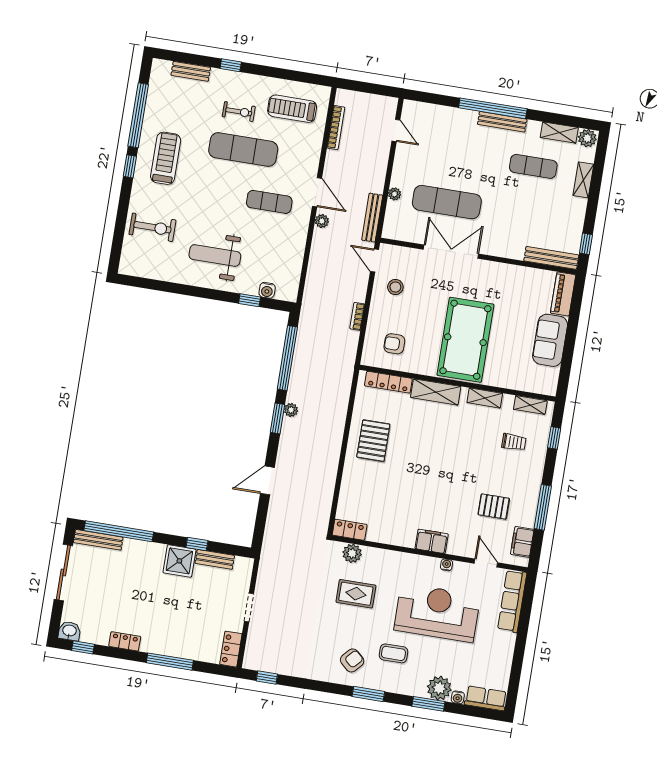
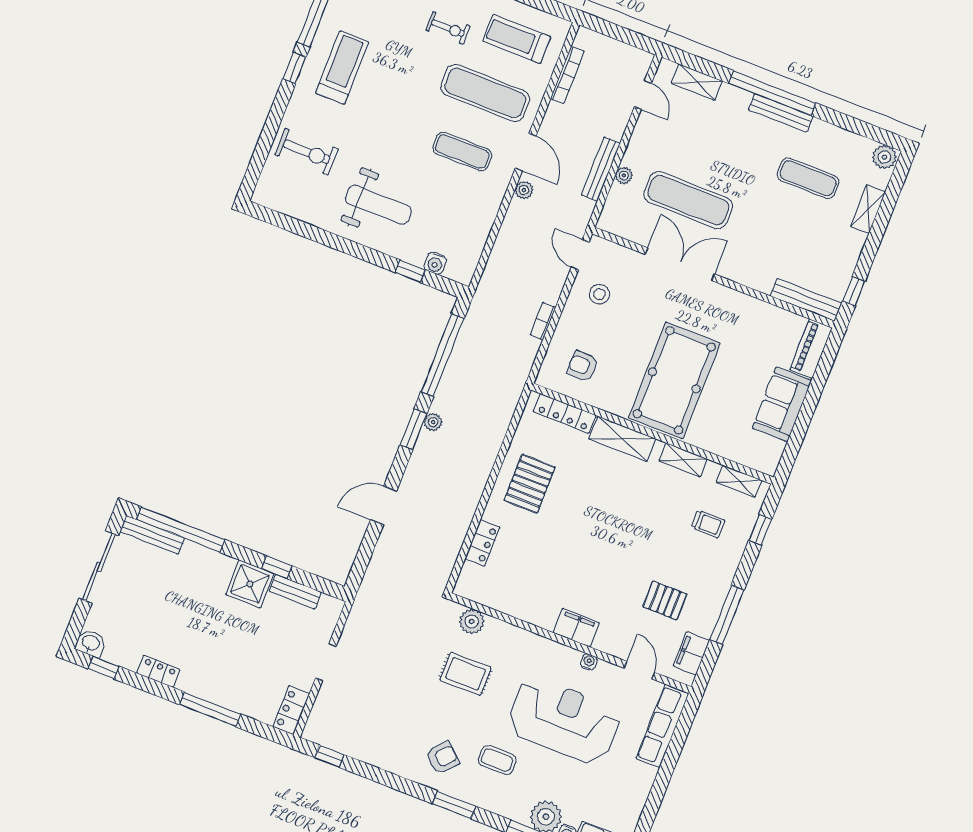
shelving: (559, 133) -> (697, 82), moved
exercise mat: (243, 149) -> (485, 93), moved
bench: (372, 218) -> (601, 169), moved
weight bench: (215, 255) -> (378, 205), turned 180
locker: (350, 530) -> (482, 543), moved, turned 90

